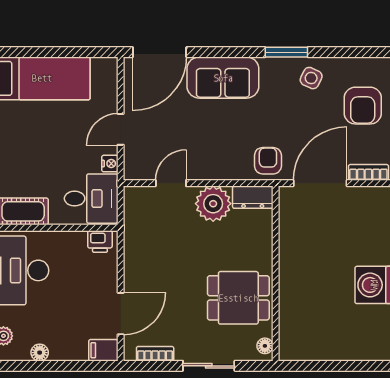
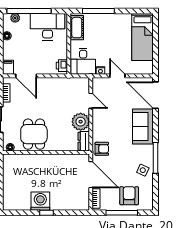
window: (286, 52) -> (156, 158), width x1.44
armchair: (363, 106) -> (129, 196), turned 90

